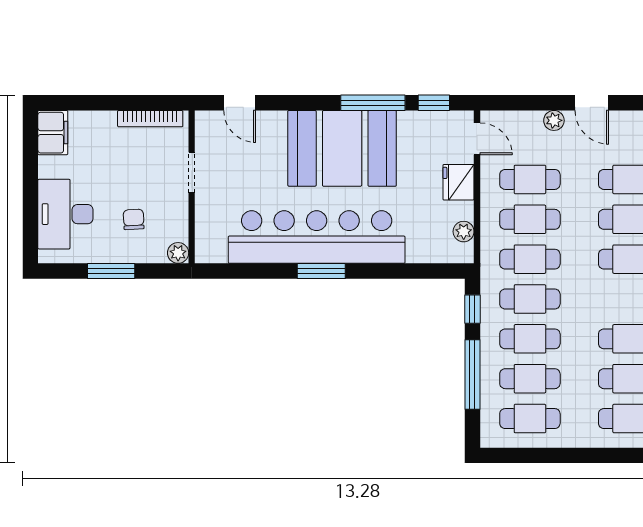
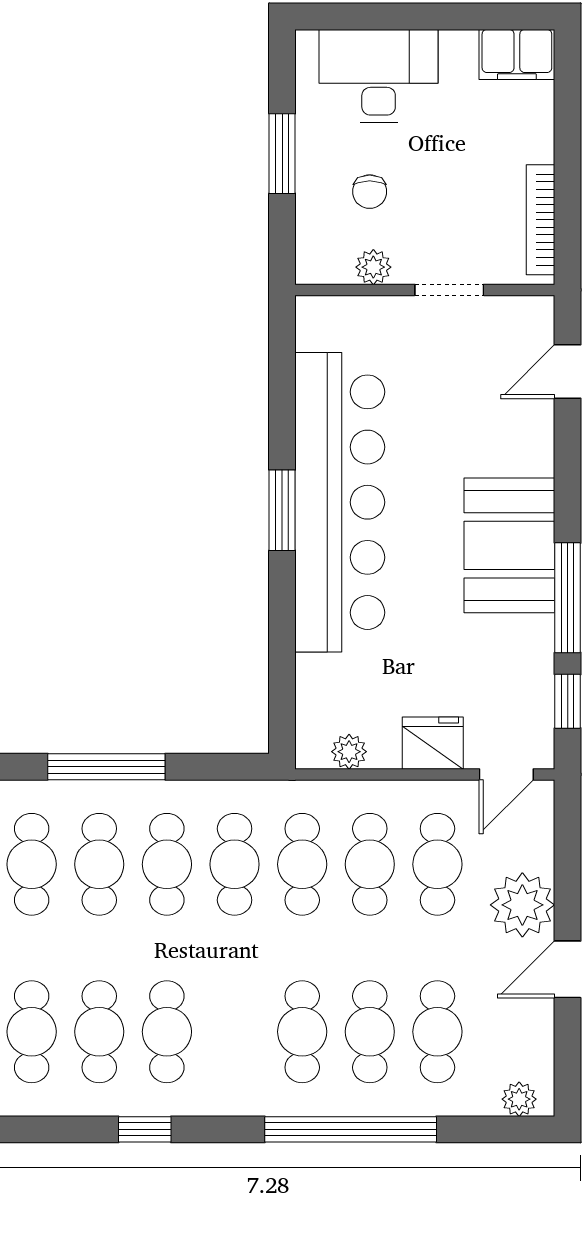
plant: (554, 120) -> (522, 905), width x1.87, depth x1.87
booth: (342, 148) -> (509, 545), width x0.73, depth x0.70
chair: (134, 219) -> (370, 192), turned 93
plant: (178, 253) -> (373, 267), moved
window: (472, 309) -> (217, 767), removed

